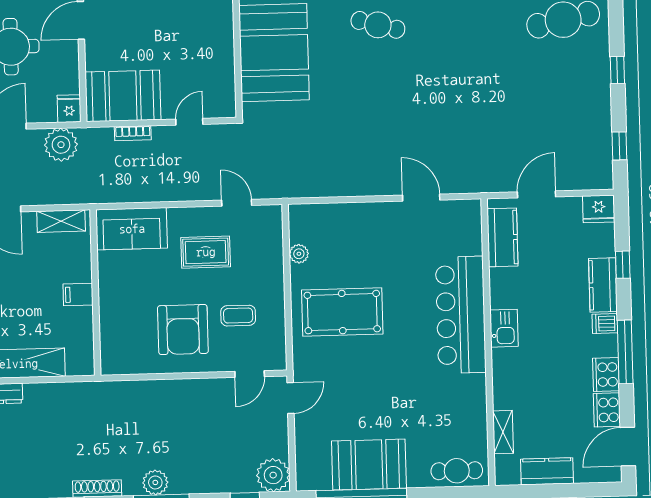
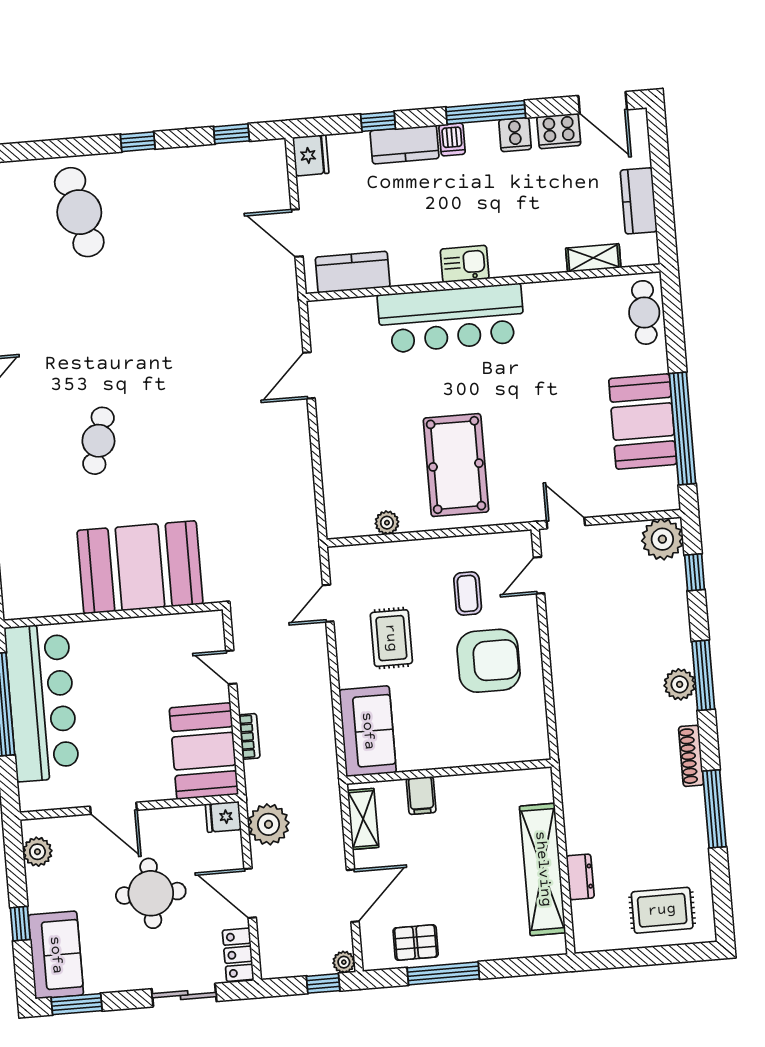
filing cabinet: (78, 294) -> (421, 796), moved
door: (250, 374) -> (539, 575), swing flipped
cooker: (606, 375) -> (515, 135), width x0.73

